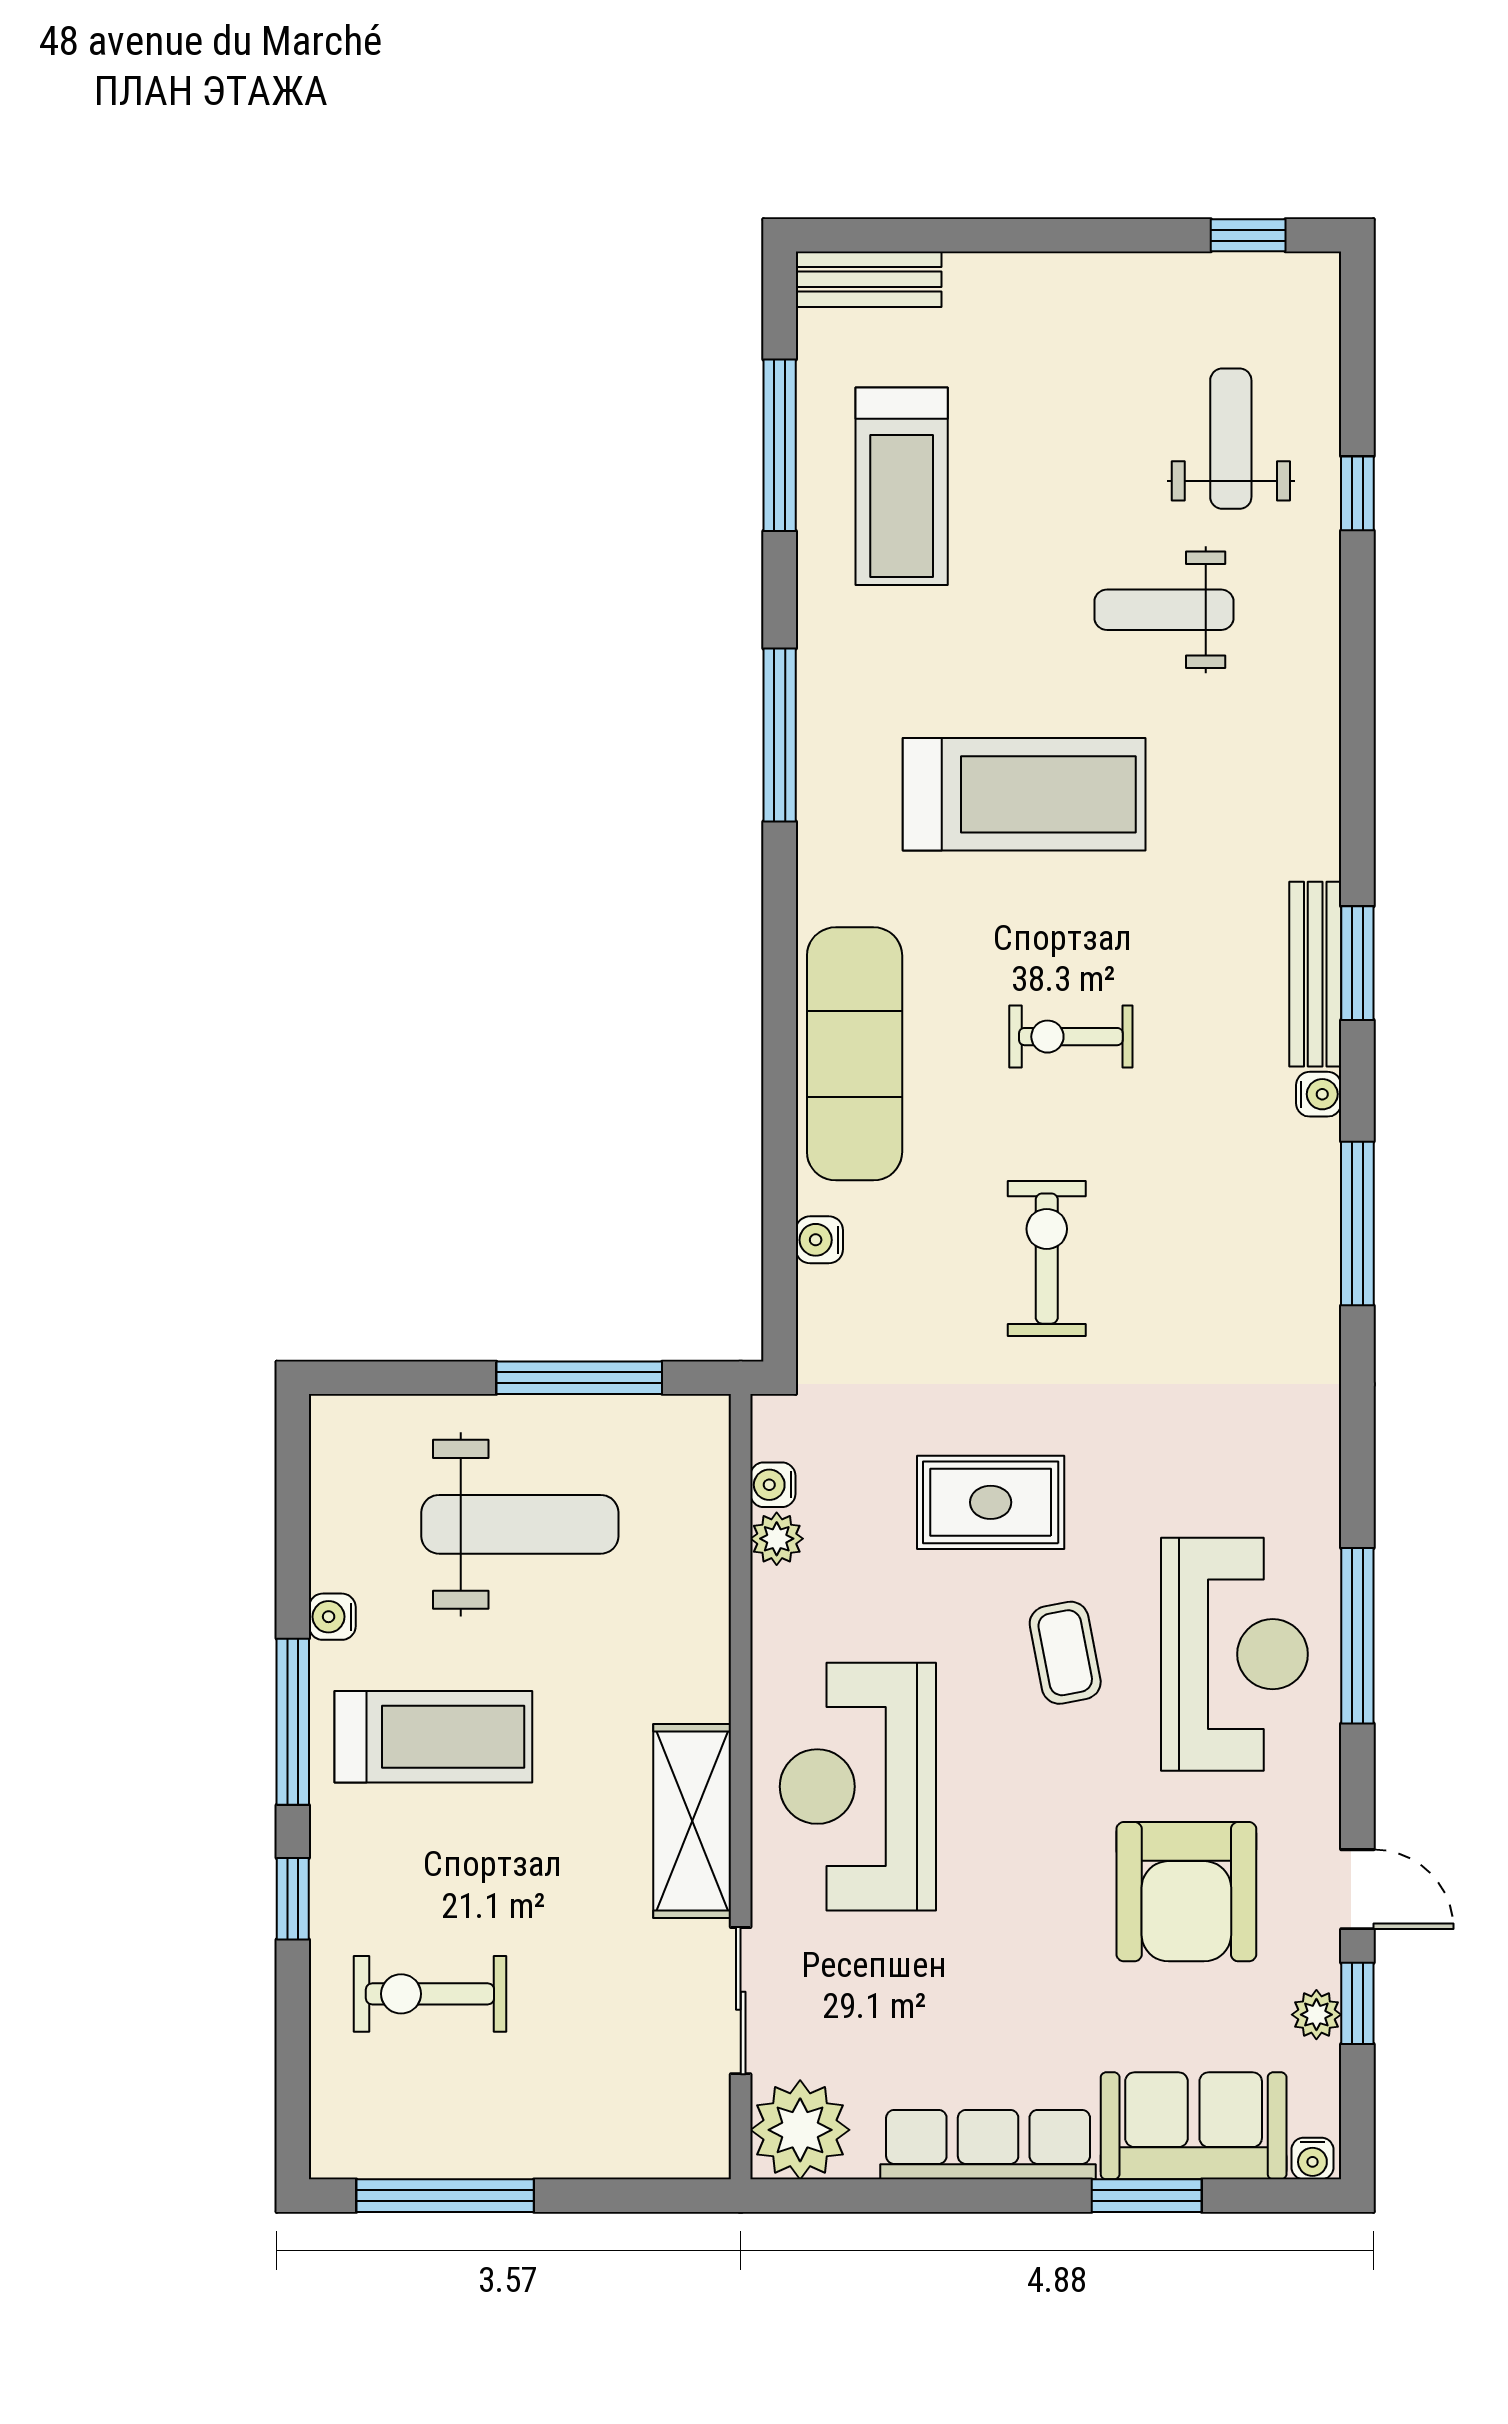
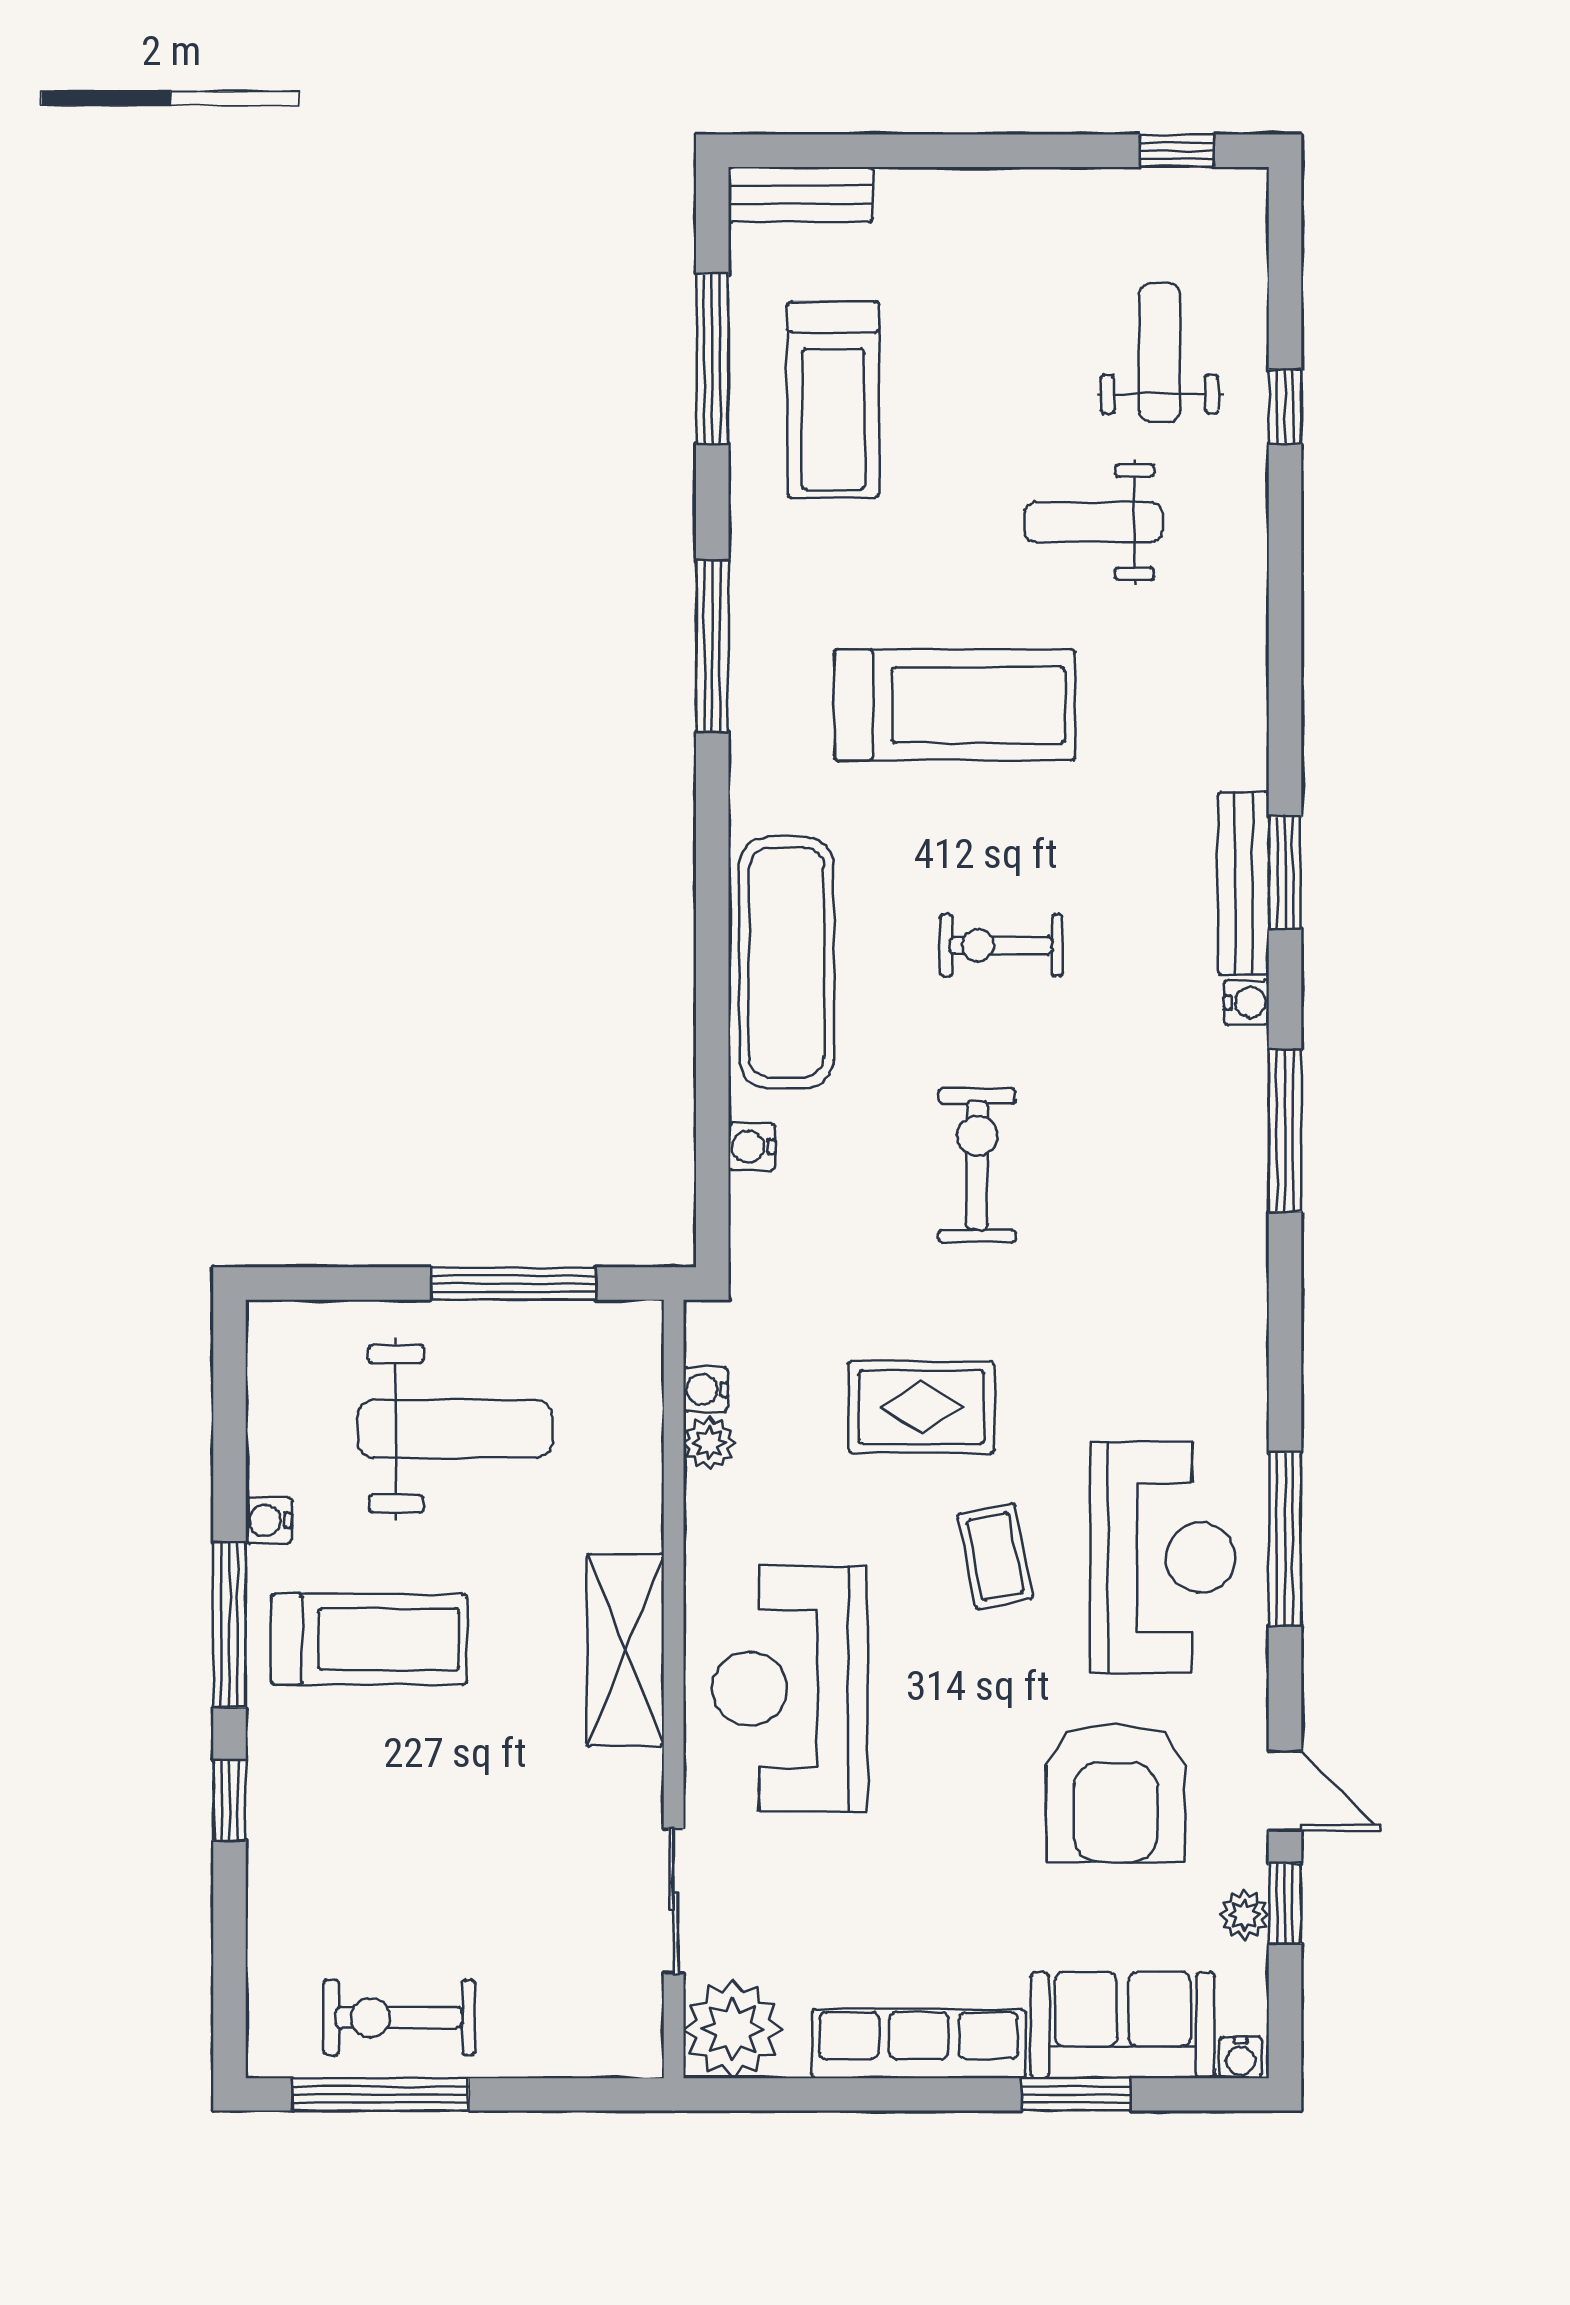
shelving: (692, 1821) -> (625, 1650), moved
exercise bike: (430, 1994) -> (399, 2017), moved

